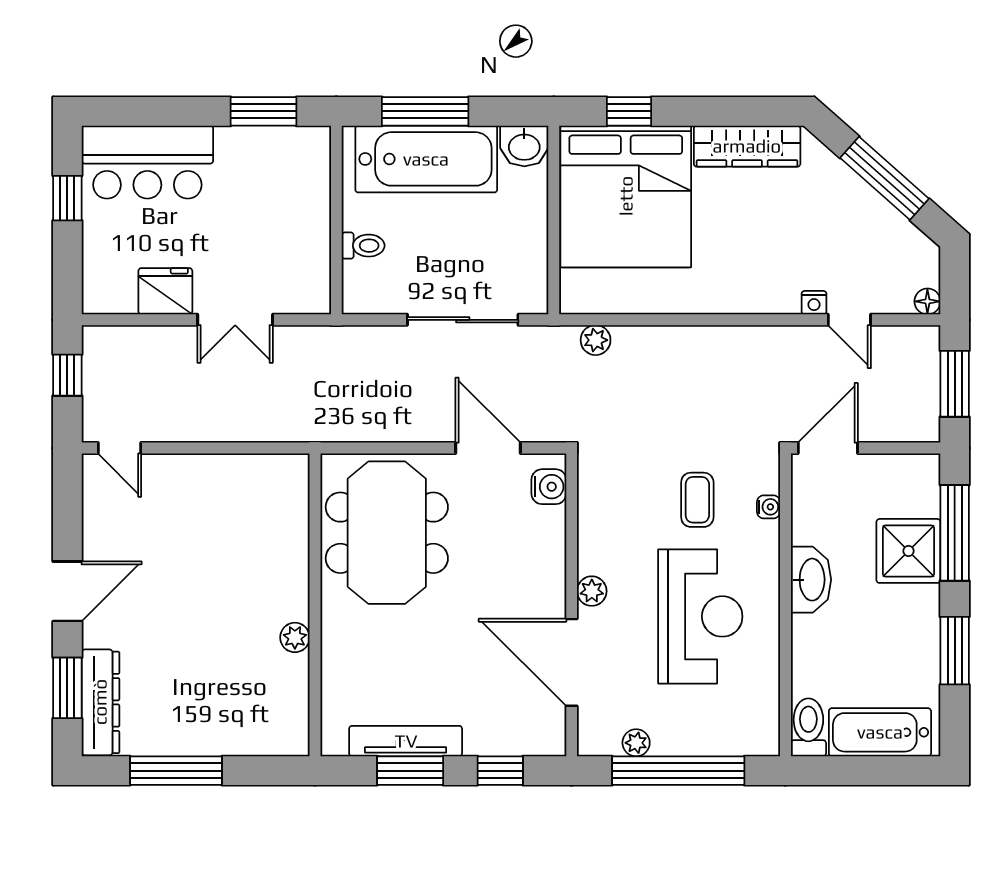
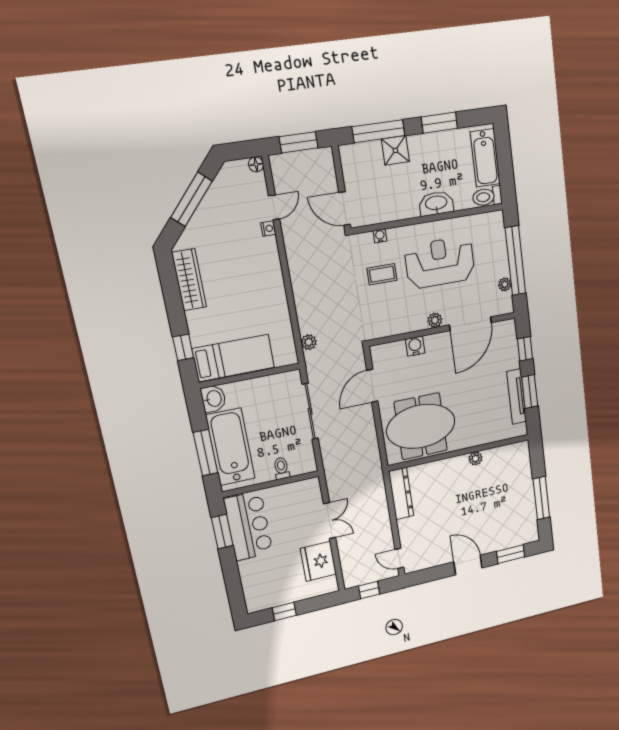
bar counter: (147, 162) -> (248, 526), moved
bed: (626, 196) -> (233, 358), width x0.49
fridge: (165, 291) -> (318, 561), width x1.36, depth x1.34
door: (120, 448) -> (399, 558), swing flipped
water cooler: (549, 487) -> (415, 346), moved
shower: (908, 551) -> (395, 150), width x0.73, depth x0.73
washbasin: (811, 580) -> (436, 203), moved
dresser: (100, 702) -> (401, 494), moved, turned 90

